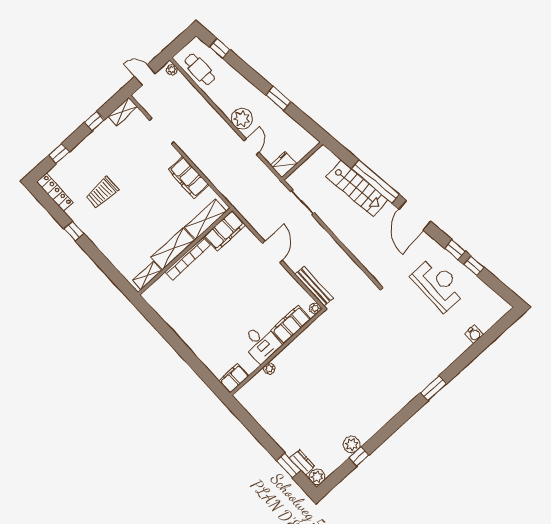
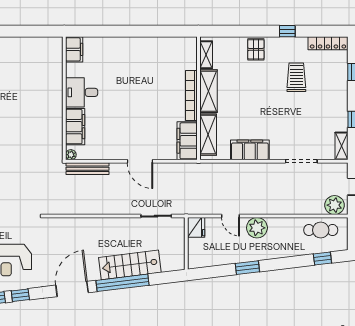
plant: (172, 70) -> (334, 205), width x1.87, depth x1.87
door: (415, 215) -> (72, 289), hinge flipped
pallet: (109, 242) -> (256, 49), added
plant: (269, 369) -> (57, 82), removed

